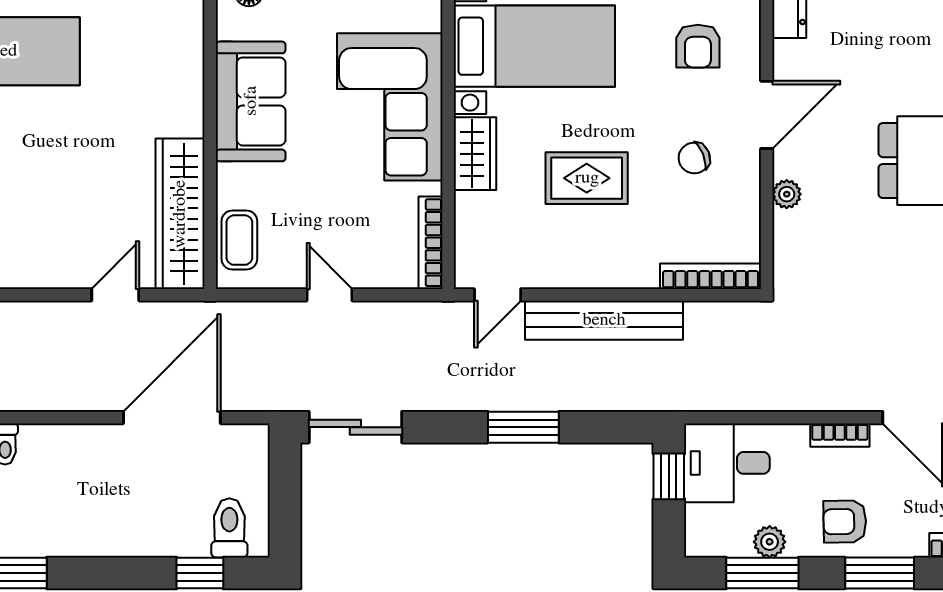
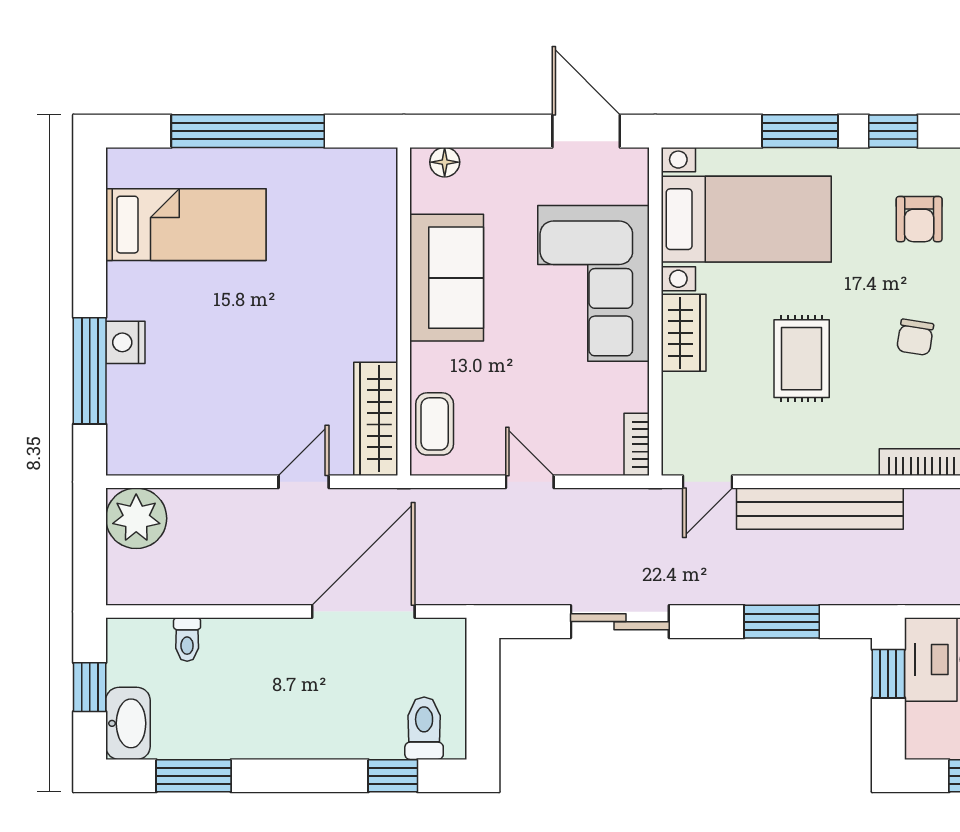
chair: (694, 158) -> (915, 337), turned -59
rug: (587, 178) -> (802, 359), turned 90
wardrobe: (180, 214) -> (376, 419), width x0.71, depth x0.85
bookcase: (431, 243) -> (637, 444), width x0.64
sliding door: (355, 427) -> (620, 622), moved
window: (523, 427) -> (782, 622), moved

